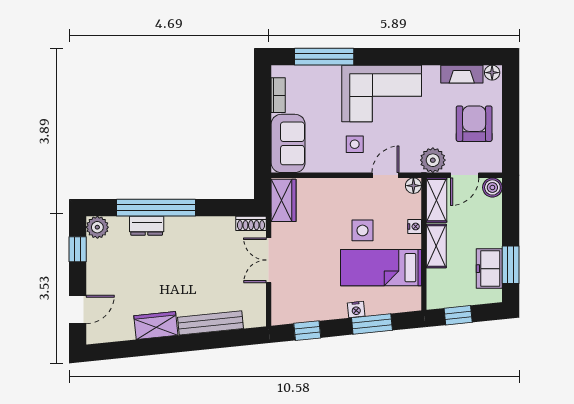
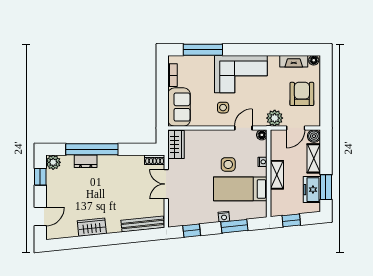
shelving: (436, 200) -> (314, 158), moved
bench: (211, 323) -> (143, 224), moved

